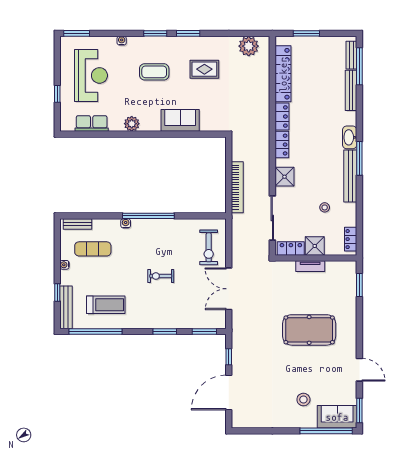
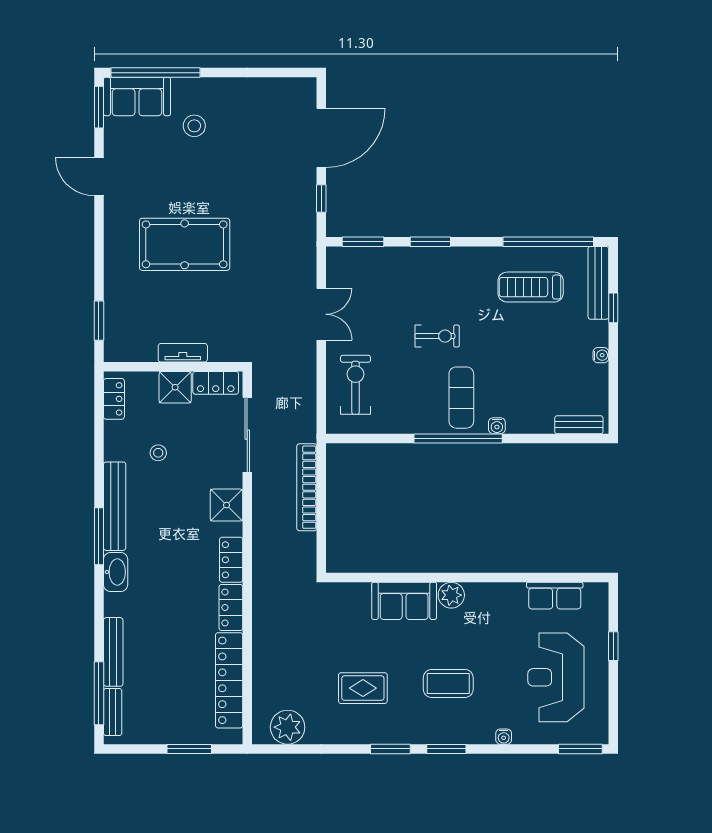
plant: (132, 124) -> (451, 595), moved
exercise mat: (93, 249) -> (461, 398), moved, turned 90
double door: (229, 289) -> (321, 314), width x0.73

